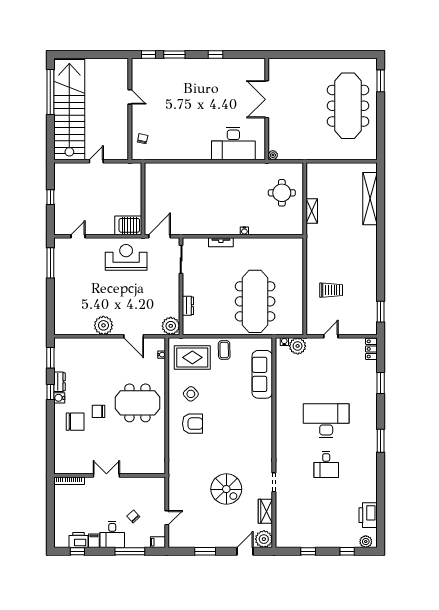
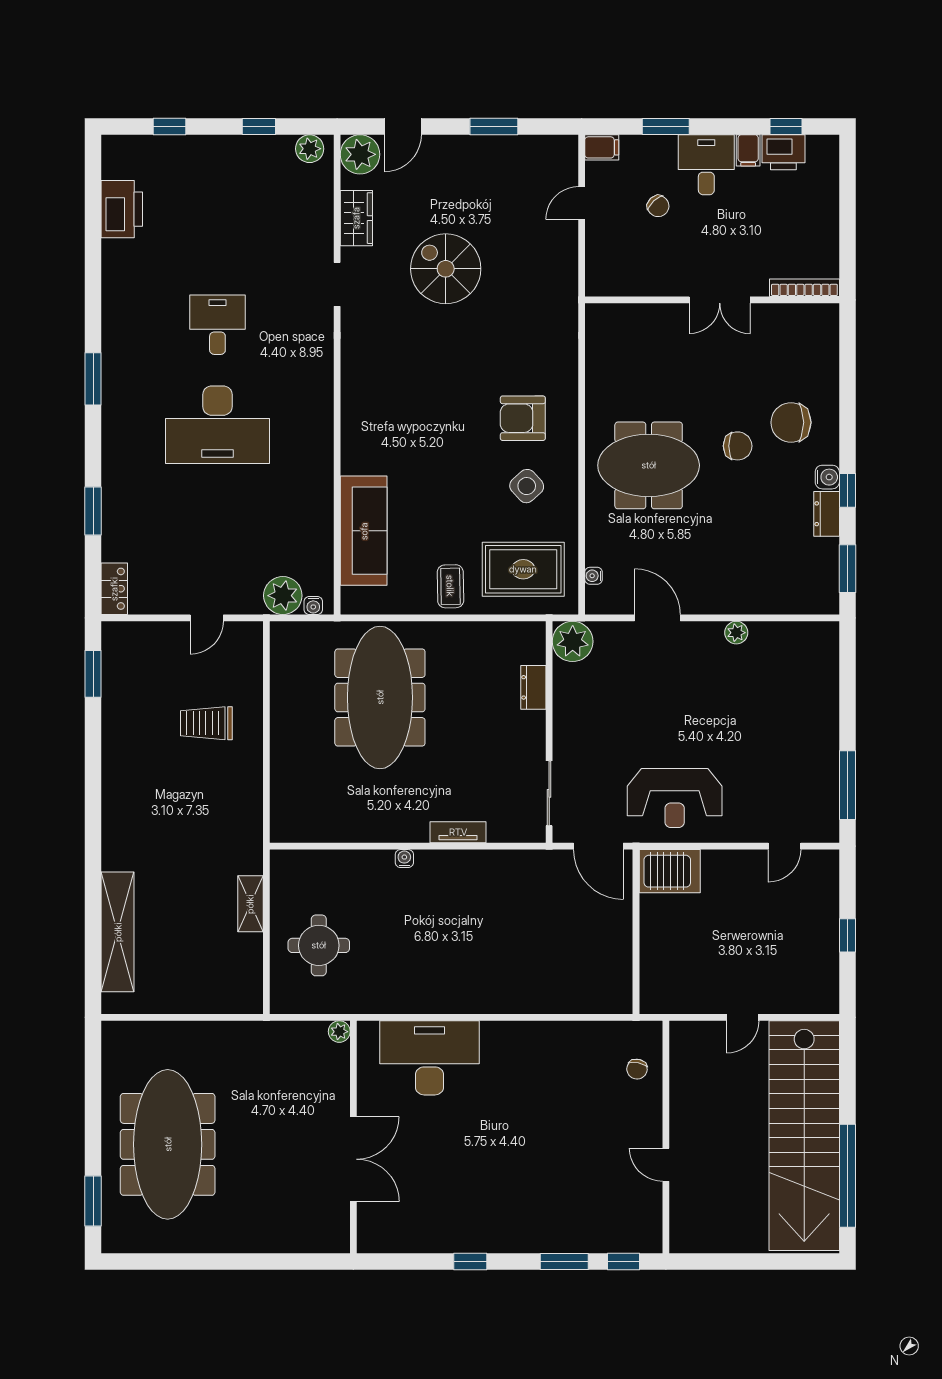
door: (159, 236) -> (598, 846), hinge flipped
plant: (103, 325) -> (736, 633), width x0.53, depth x0.53
plant: (366, 542) -> (310, 149), moved
window: (130, 551) -> (666, 127), width x0.69

